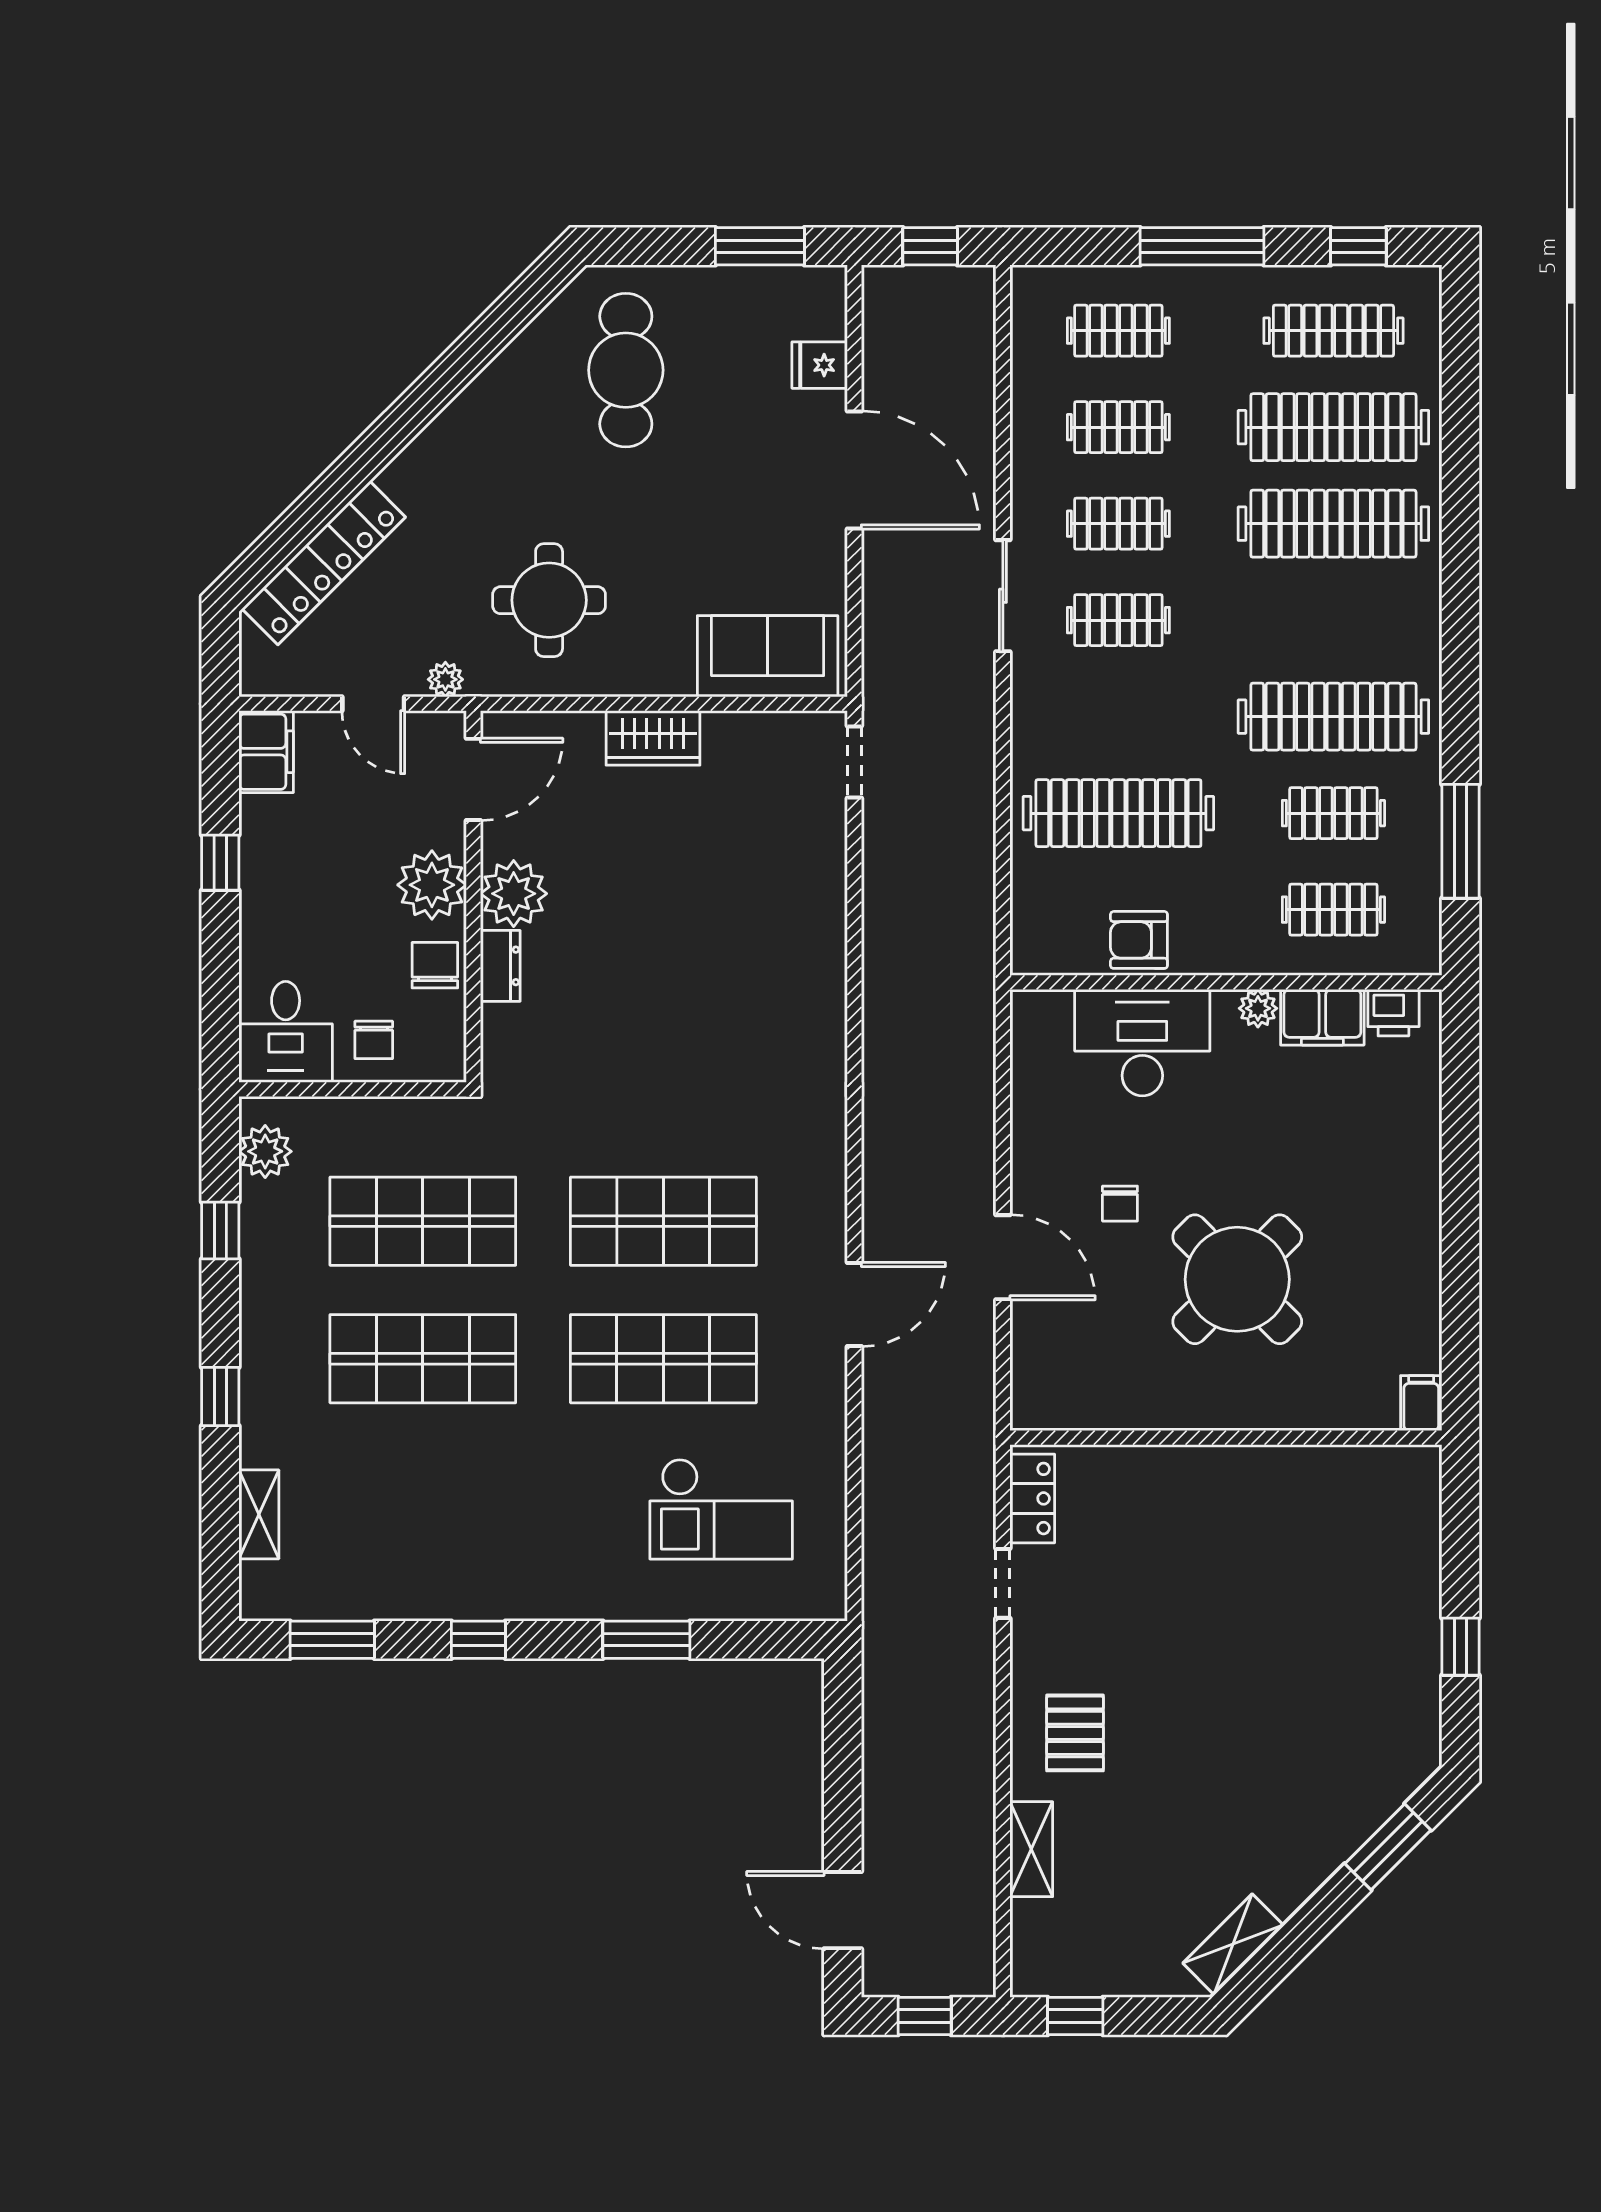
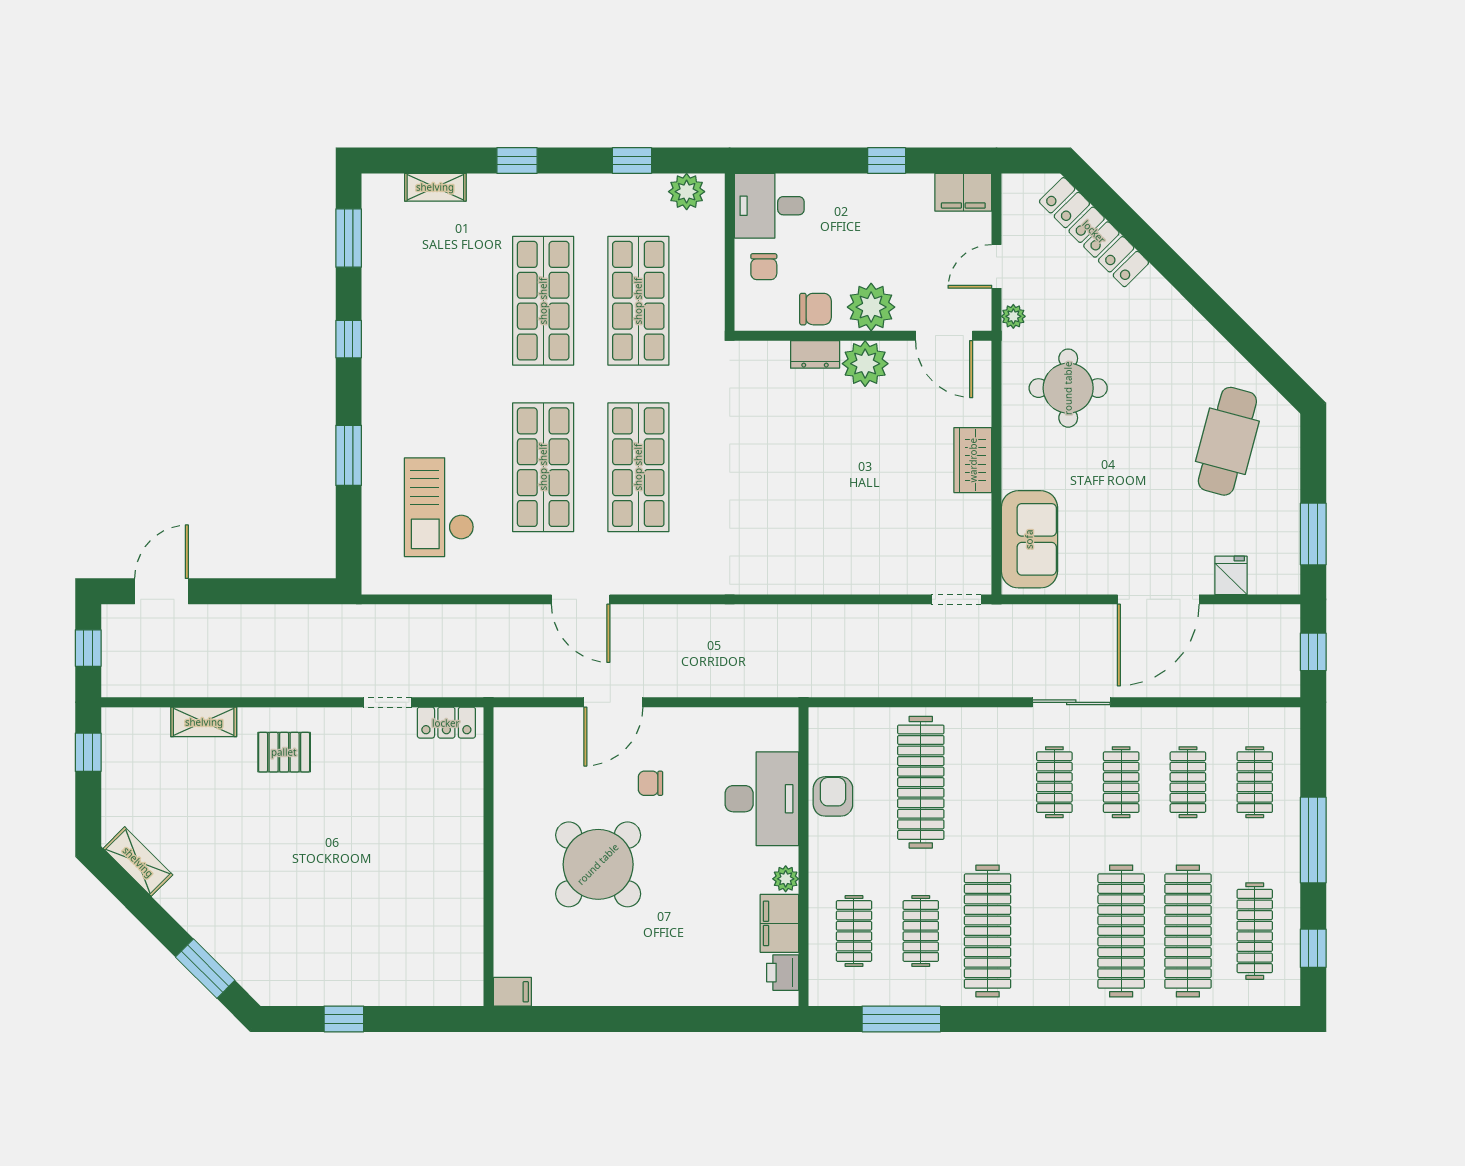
cafe table: (626, 370) -> (1227, 441), turned -75
chair: (374, 1040) -> (764, 267), turned -90

